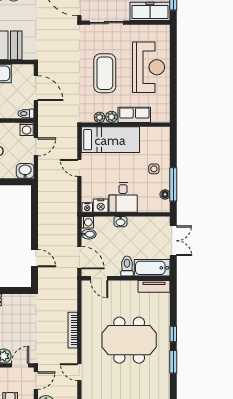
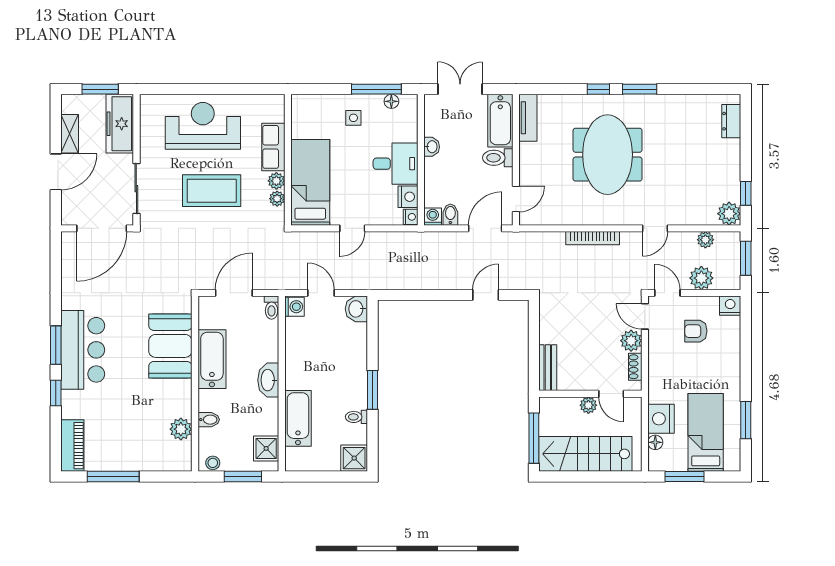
washbasin: (120, 222) -> (432, 147), moved

